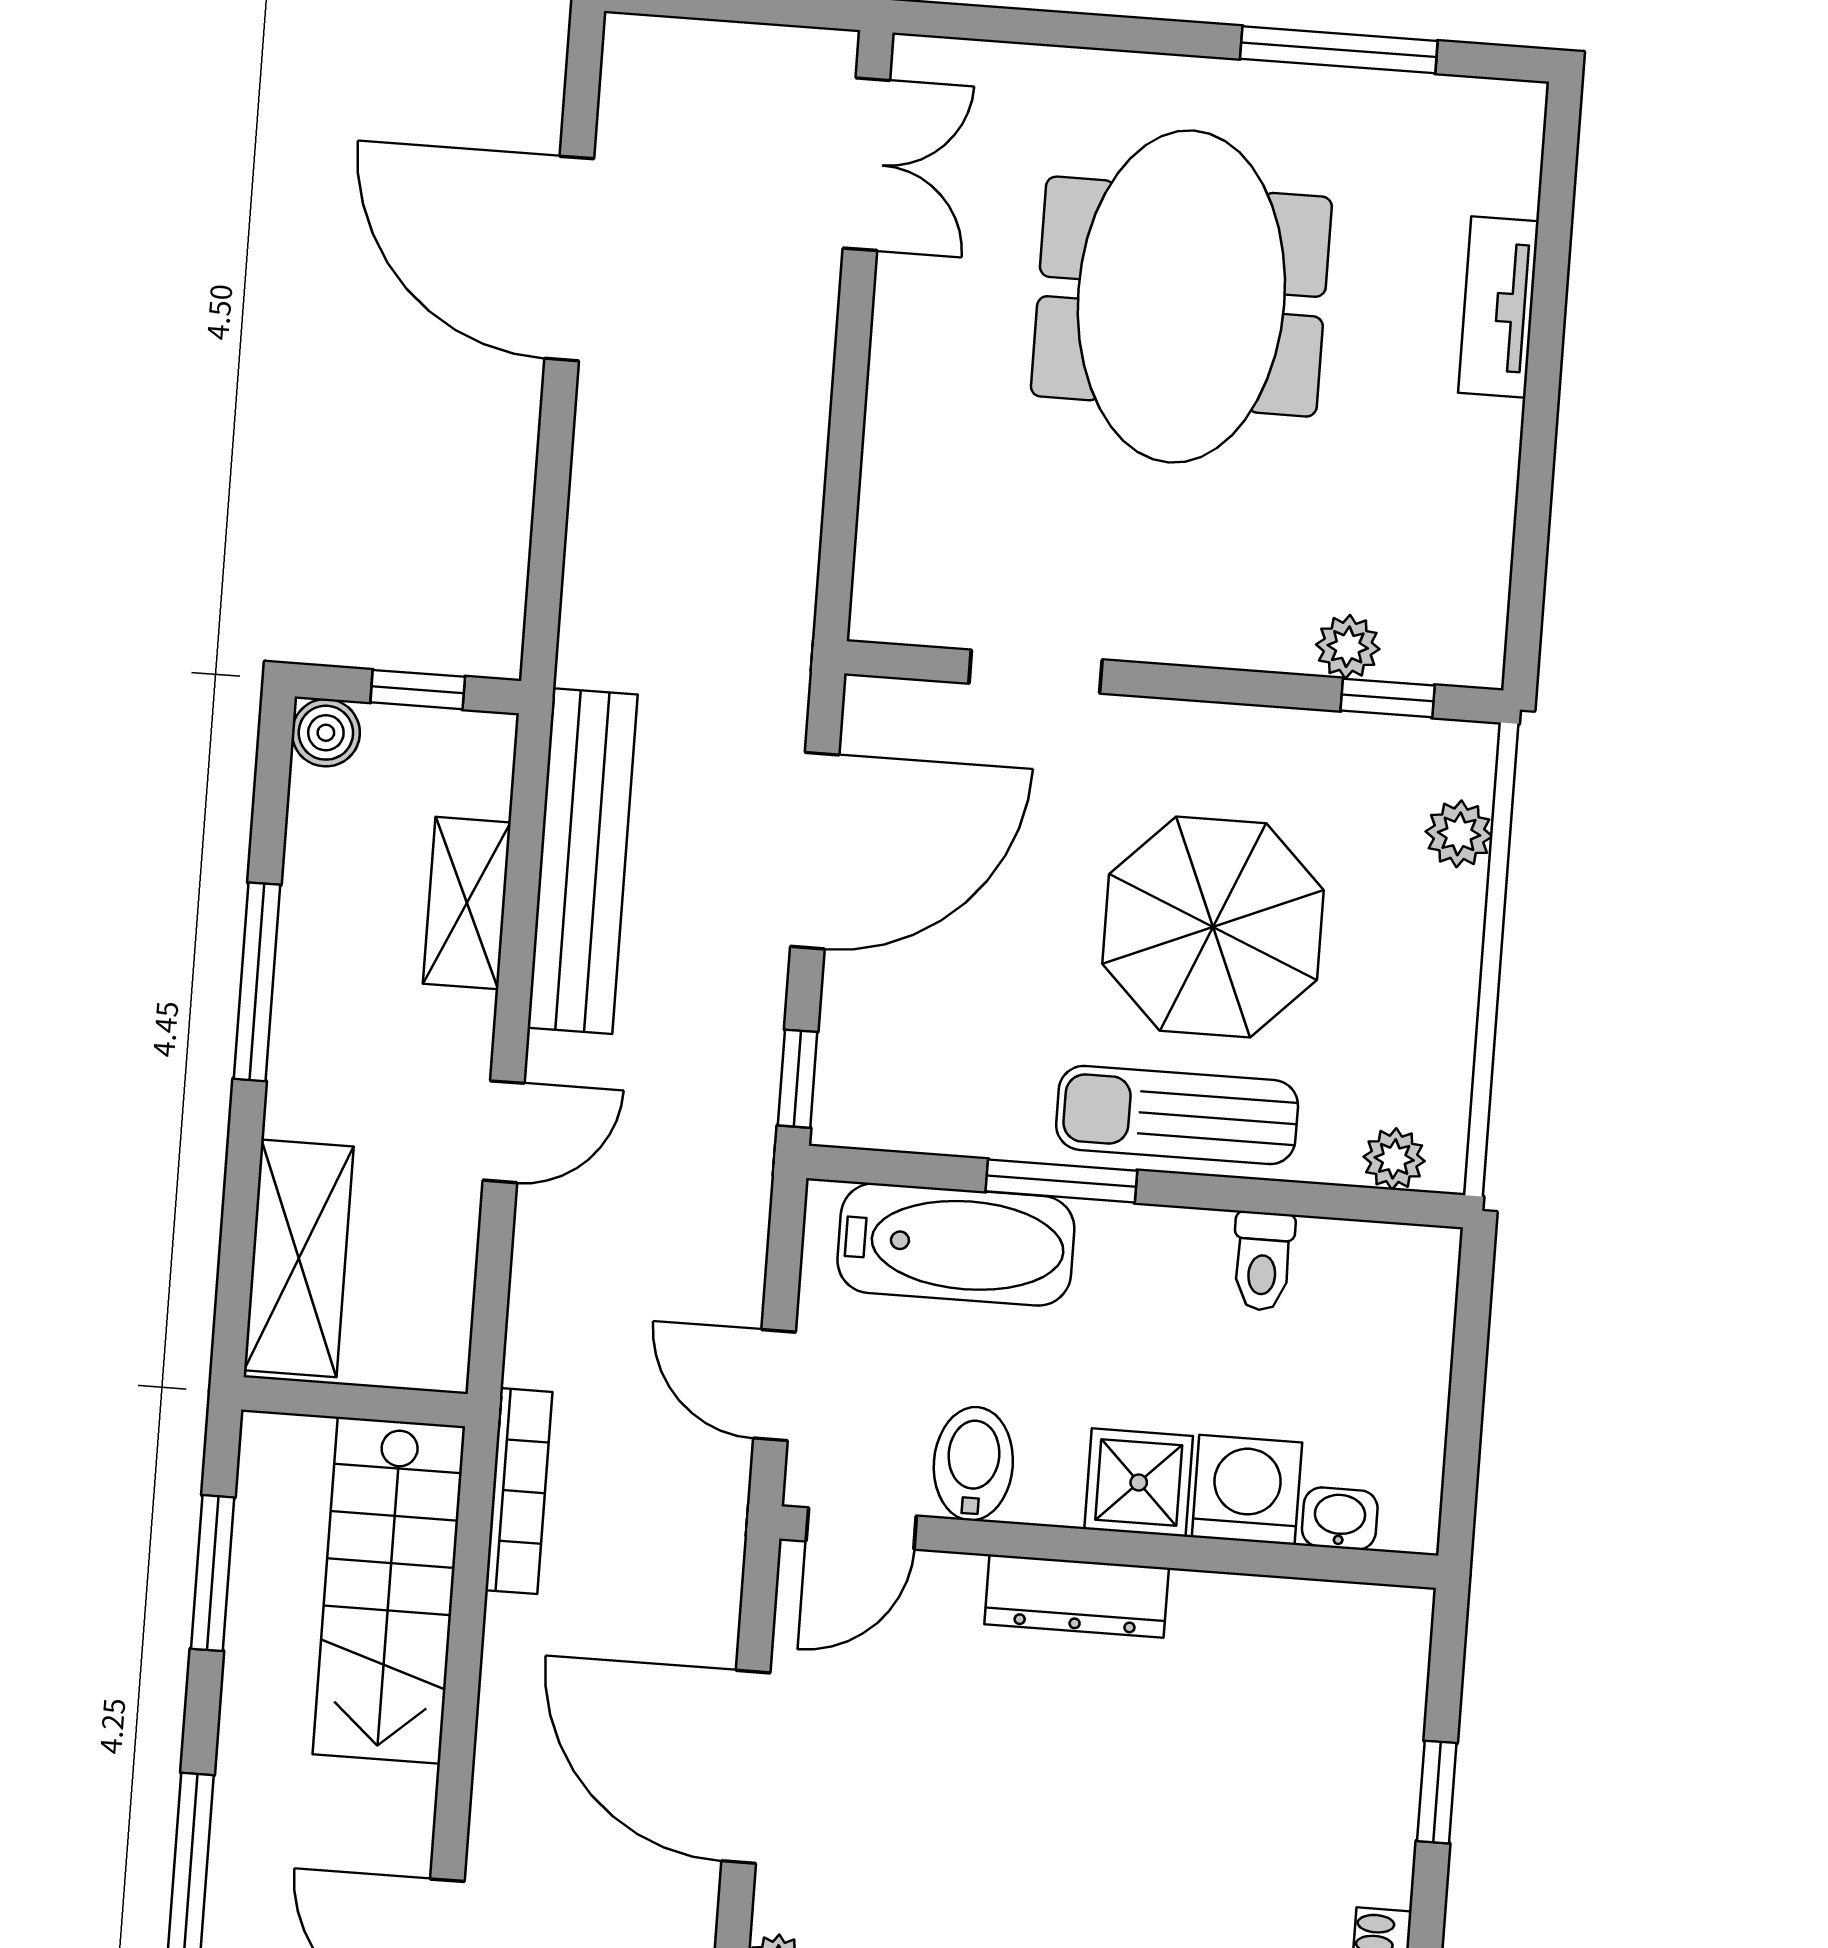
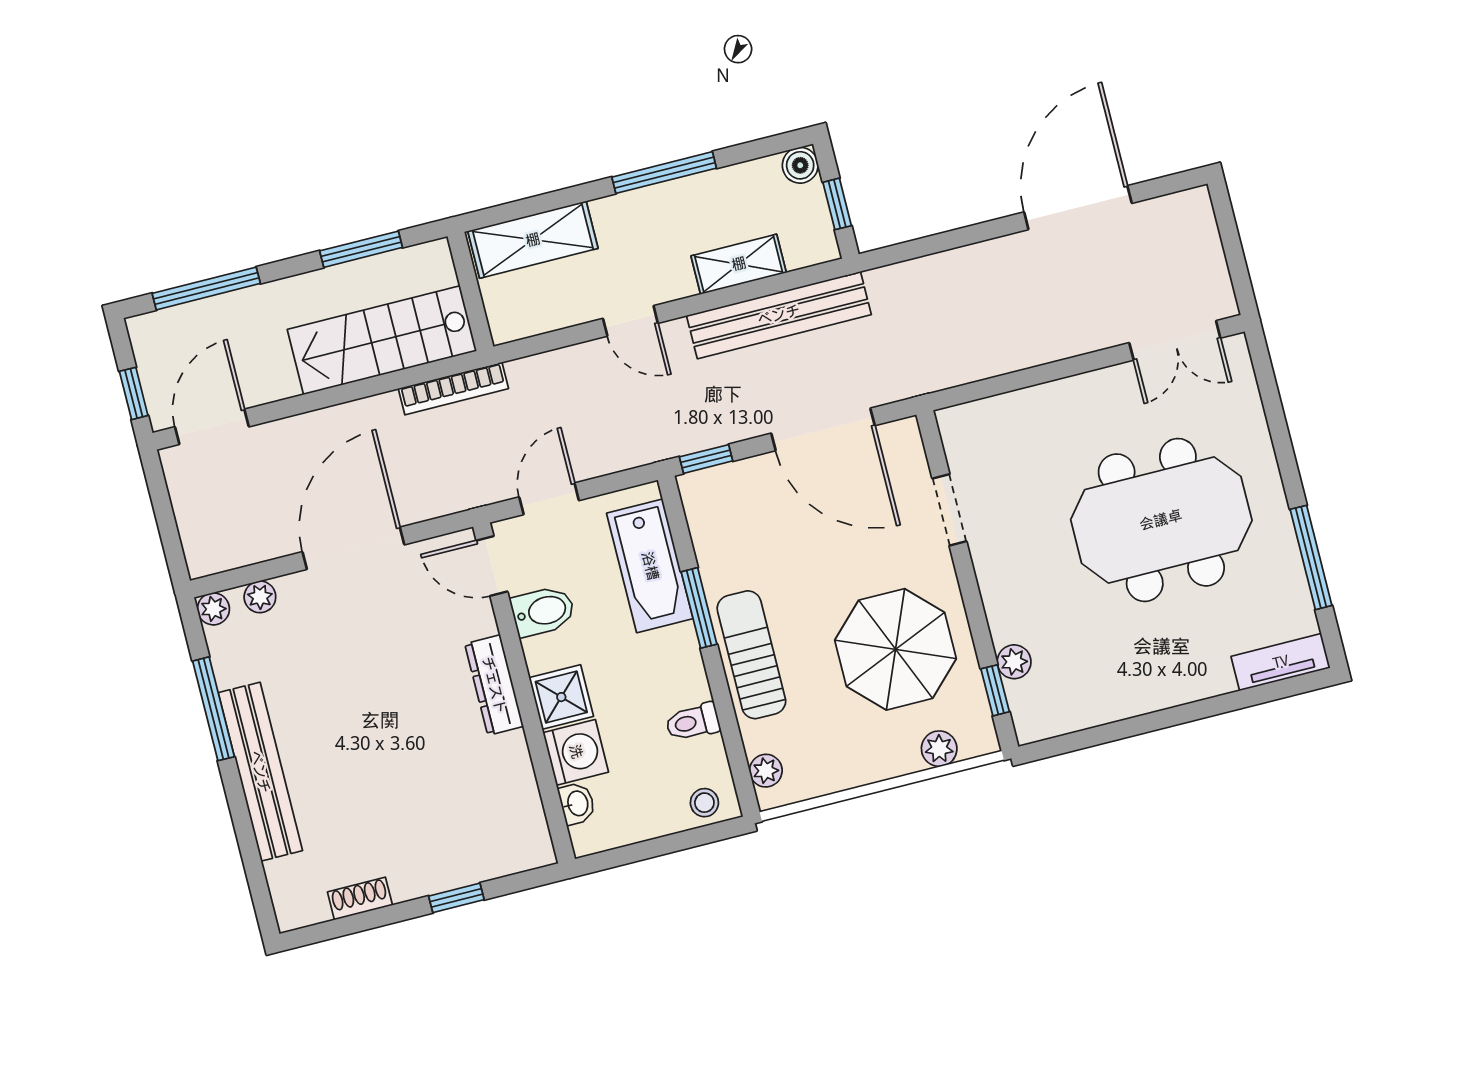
tv unit: (1498, 307) -> (1281, 662), moved
parasol: (1213, 927) -> (896, 649), moved
stool: (1415, 1289) -> (704, 803), added

